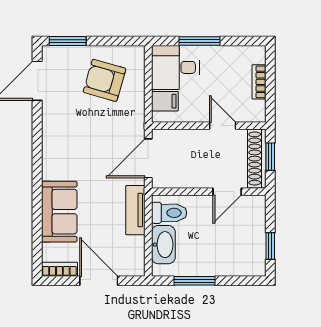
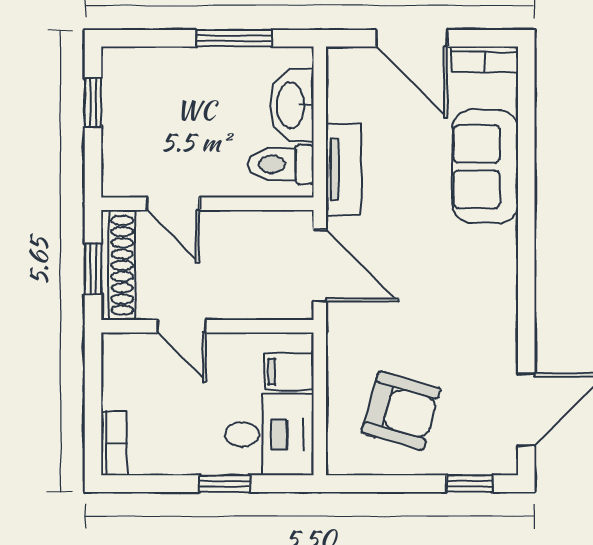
window: (68, 41) -> (470, 484), width x0.67
window: (200, 41) -> (224, 484), width x0.67
bookcase: (259, 82) -> (114, 443), moved
door: (148, 158) -> (320, 266), hinge flipped
door: (227, 192) -> (173, 204), swing flipped

